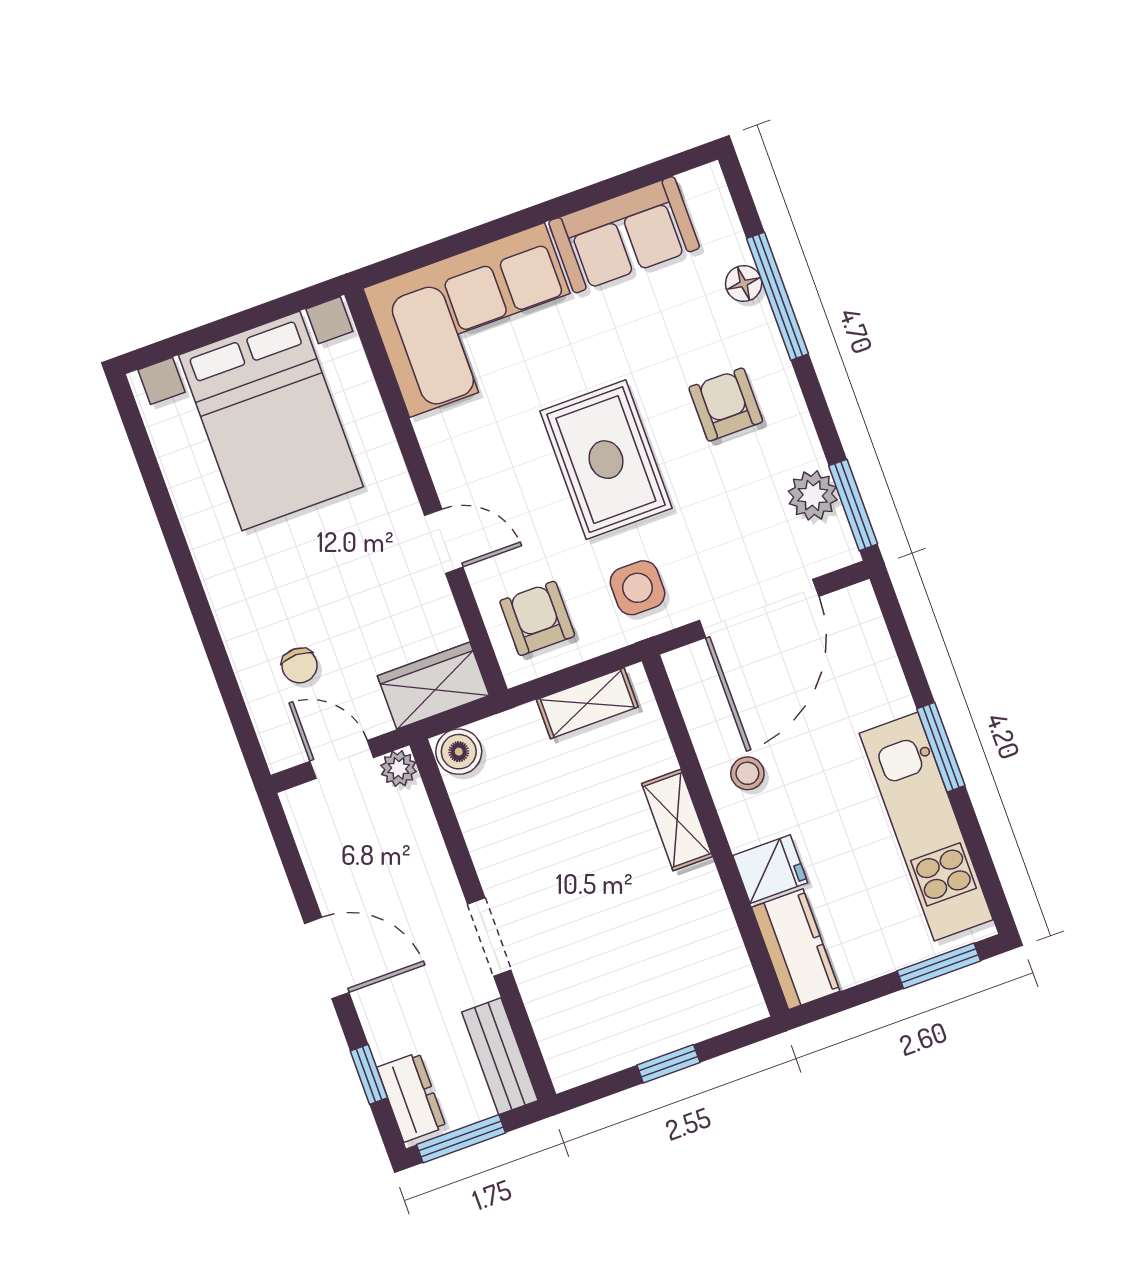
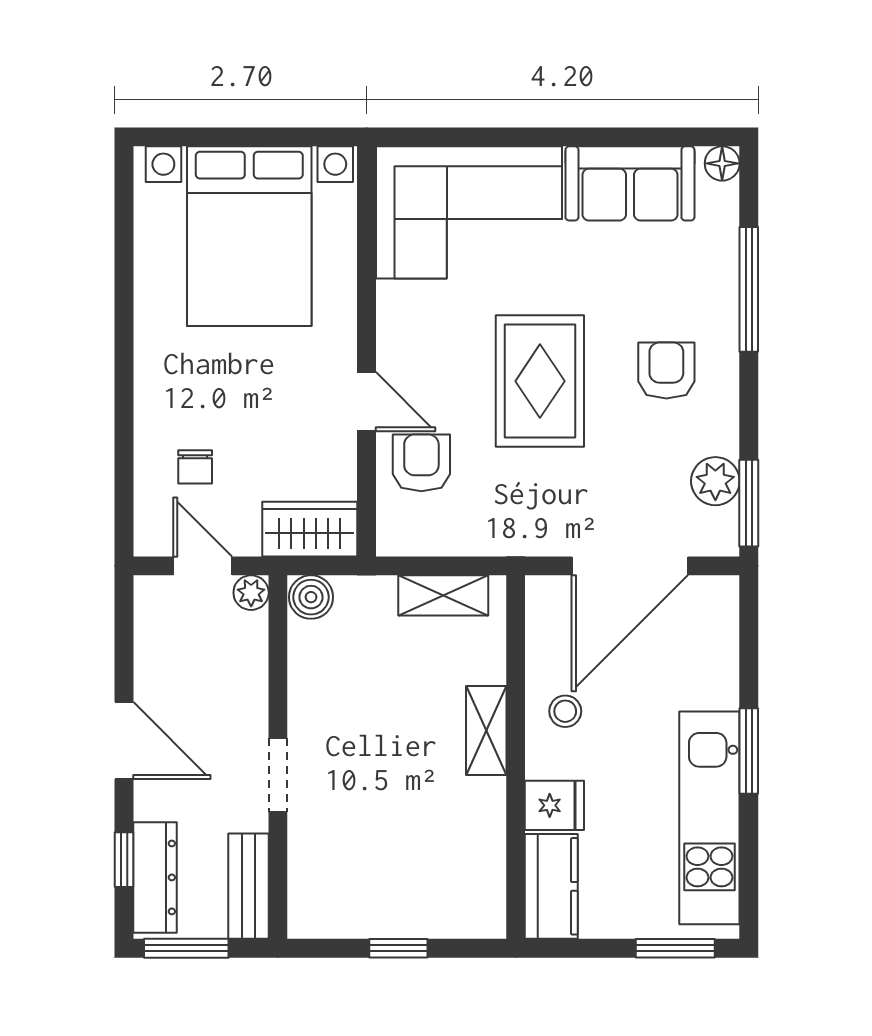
floor lamp: (744, 284) -> (722, 163), moved
side table: (637, 588) -> (526, 507), removed
armchair: (537, 618) -> (421, 463), moved
dresser: (411, 1097) -> (155, 877), width x1.44

